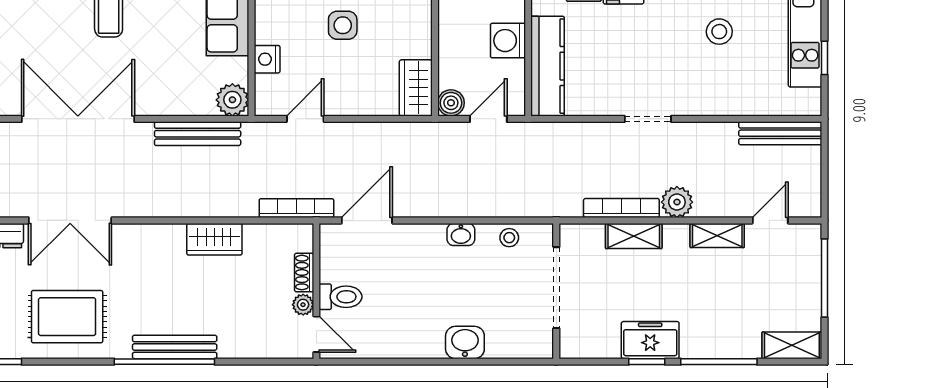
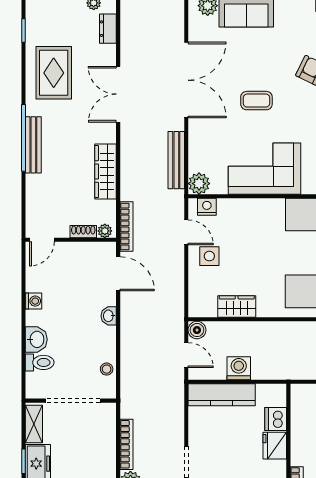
side table: (343, 25) -> (209, 256), moved
nightstand: (267, 59) -> (207, 207), moved
wardrobe: (416, 88) -> (237, 306), moved
double door: (70, 220) -> (118, 94), moved
washbasin: (461, 234) -> (109, 316), moved
shelving: (634, 236) -> (34, 424), moved
wardrobe: (214, 239) -> (106, 171), width x1.50
toilet: (340, 297) -> (40, 362), moved, turned -90
plant: (303, 305) -> (105, 231), moved
washing machine: (408, 347) -> (34, 301), added

